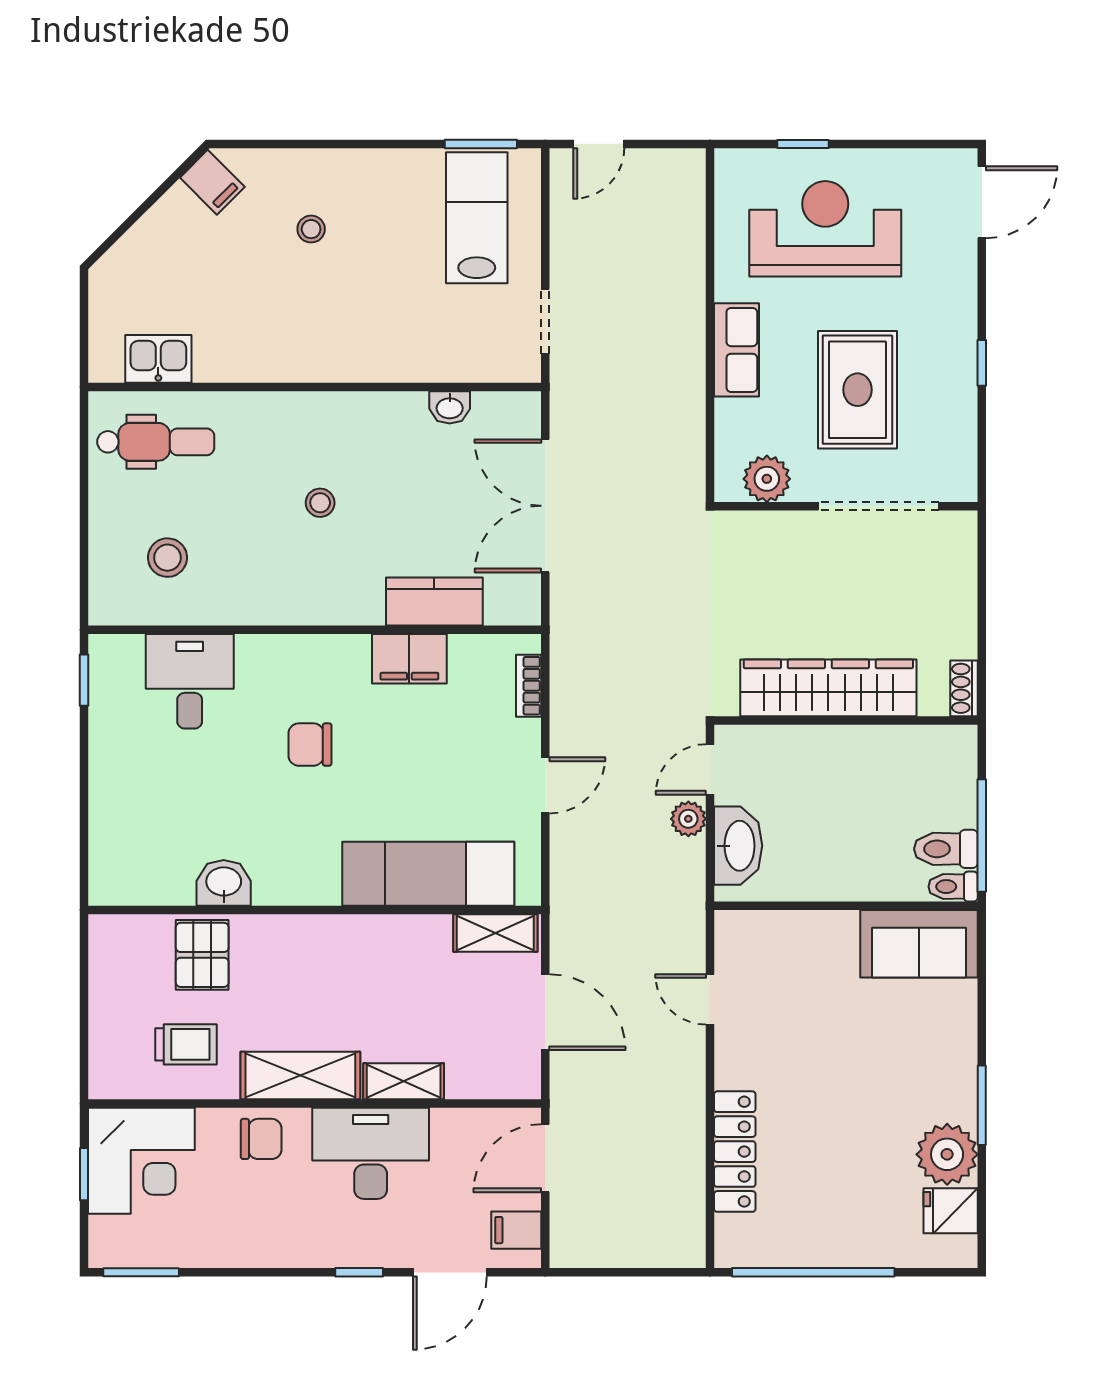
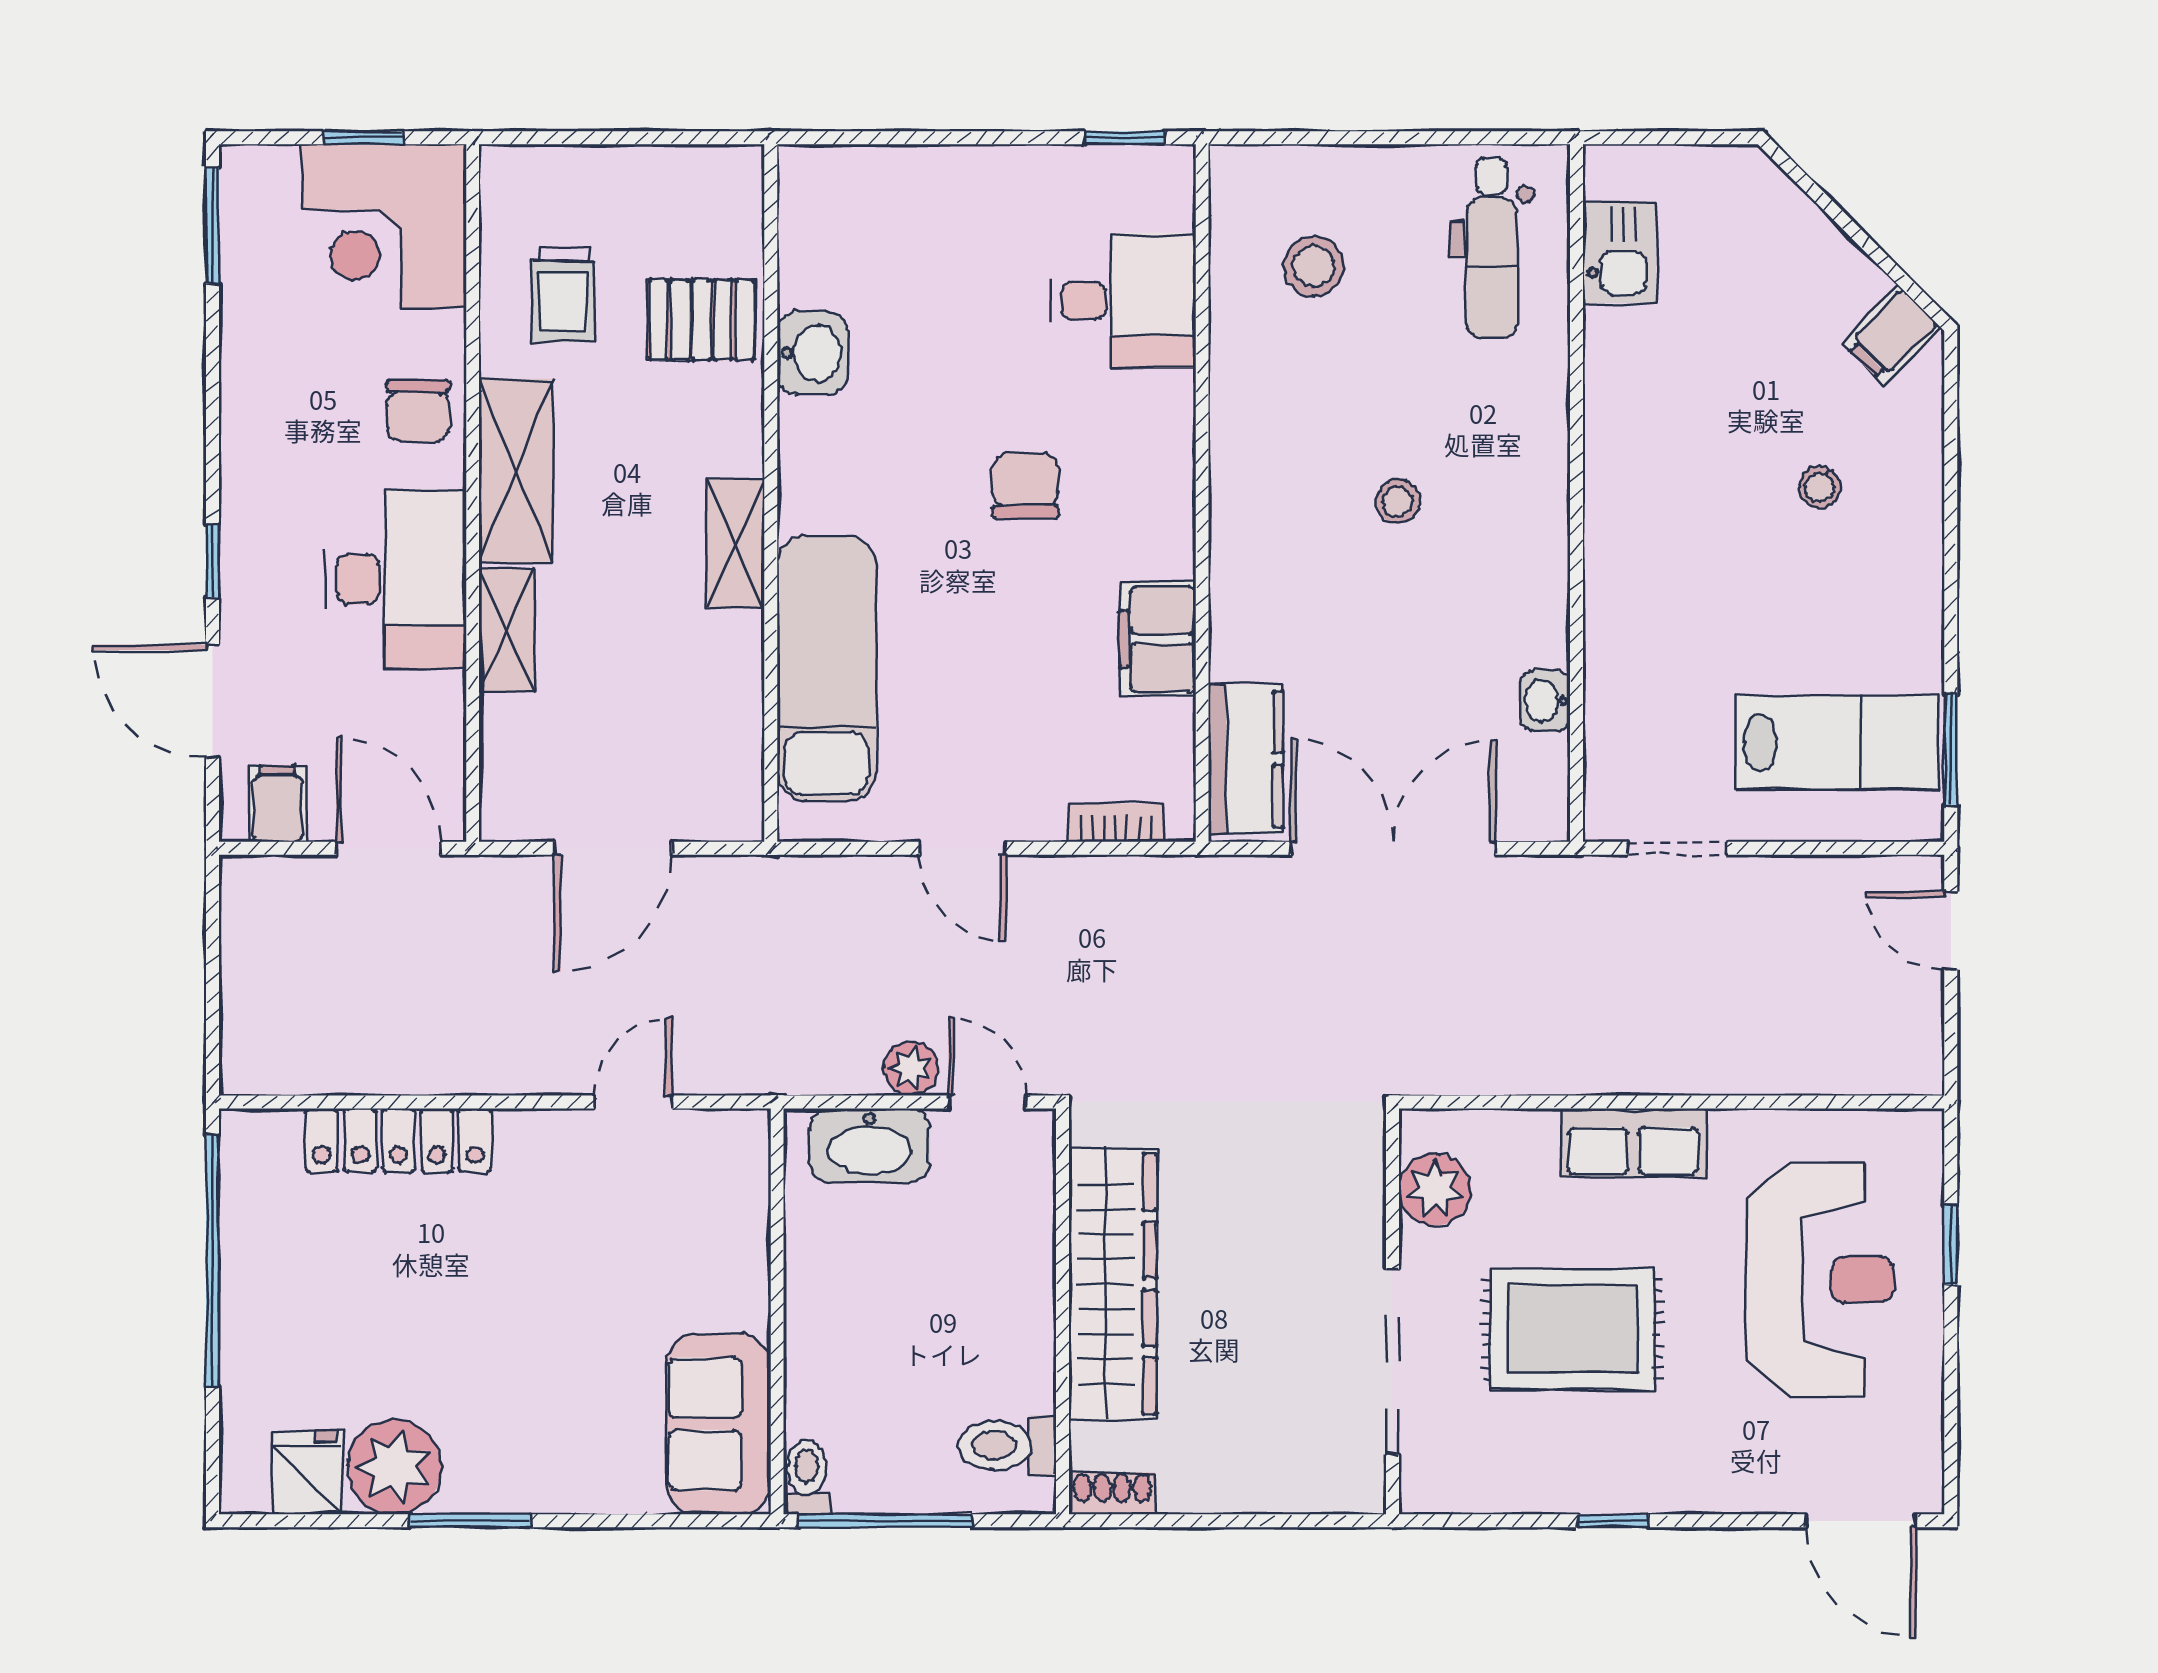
kitchen counter: (434, 602) -> (1246, 759), moved
toilet: (946, 849) -> (1007, 1445), moved, turned -90
shelving: (495, 933) -> (735, 544), moved

